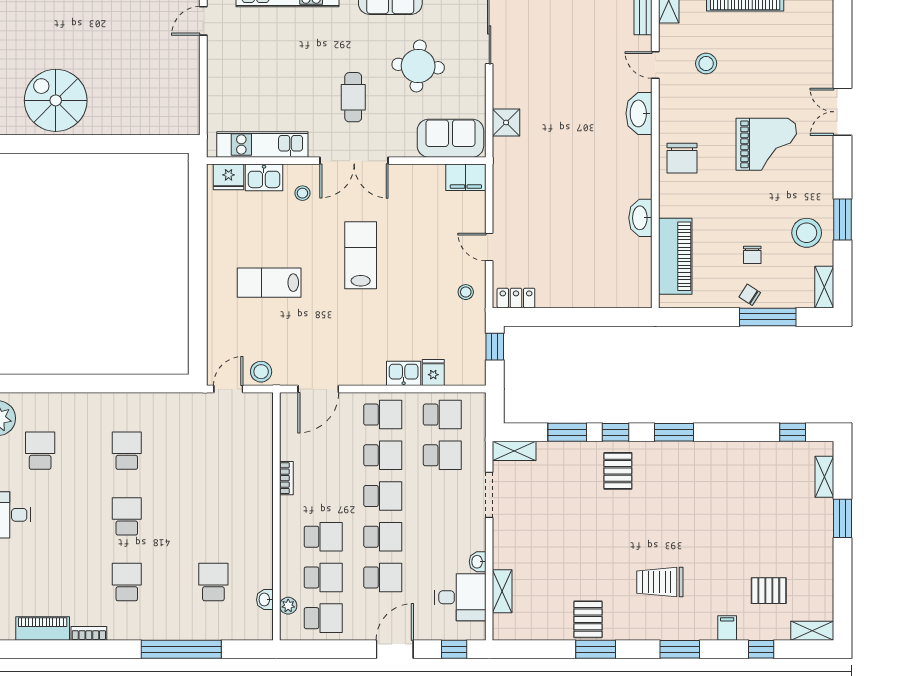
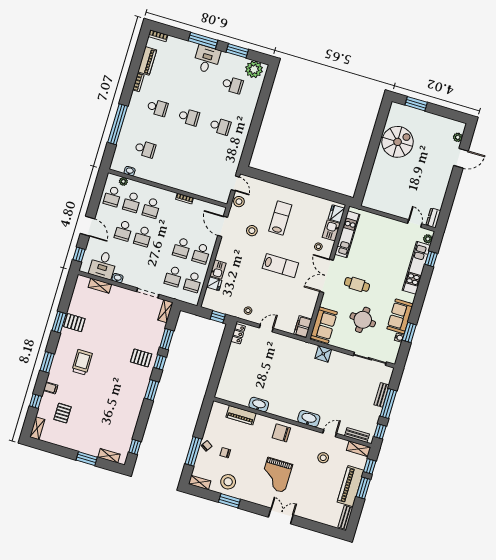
piano: (675, 256) -> (241, 415), width x0.73, depth x0.75
stool: (310, 330) -> (252, 231), added
school desk: (383, 496) -> (162, 242), removed

